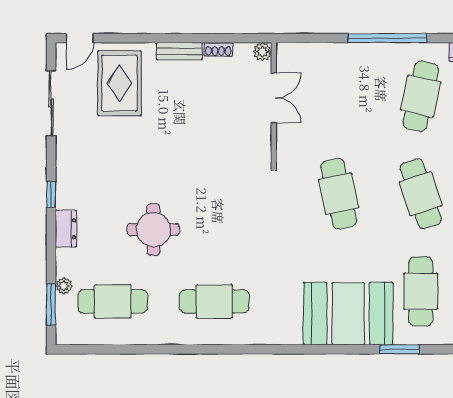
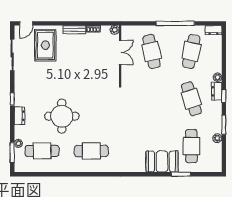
cafe table: (339, 194) -> (152, 51), moved
round table: (153, 230) -> (62, 116), width x1.36, depth x1.36
booth: (348, 314) -> (162, 161), width x0.73, depth x0.70

